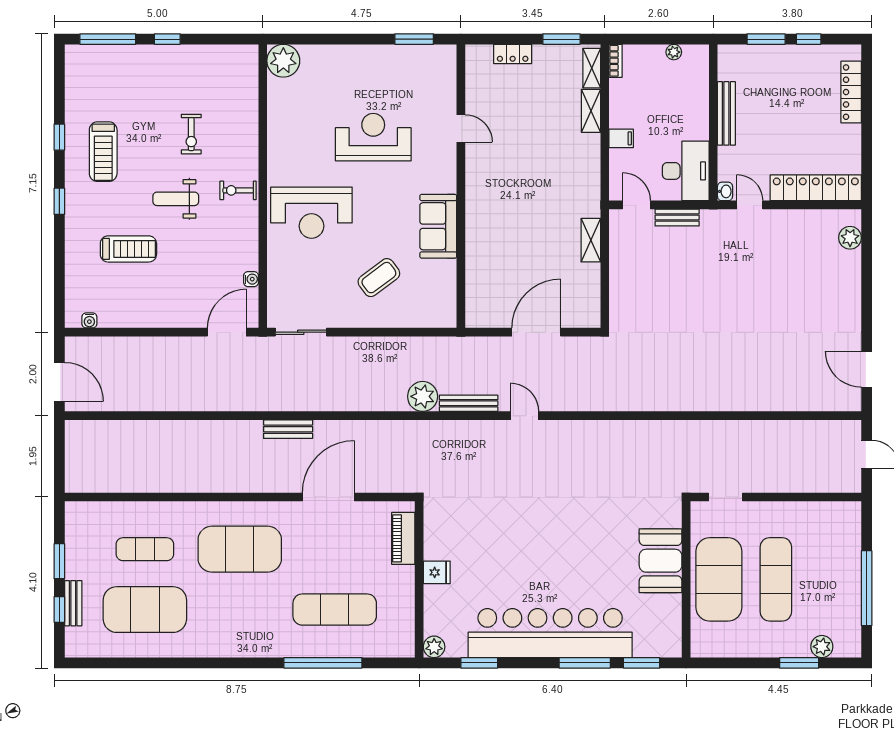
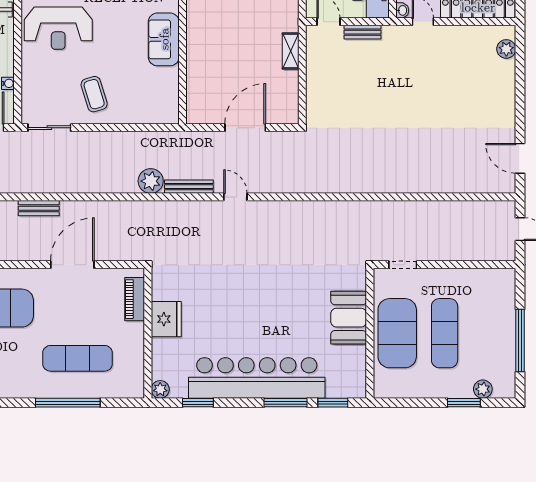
coffee table: (379, 278) -> (94, 94), moved, turned -70
fridge: (437, 572) -> (166, 319), width x1.88, depth x1.34

